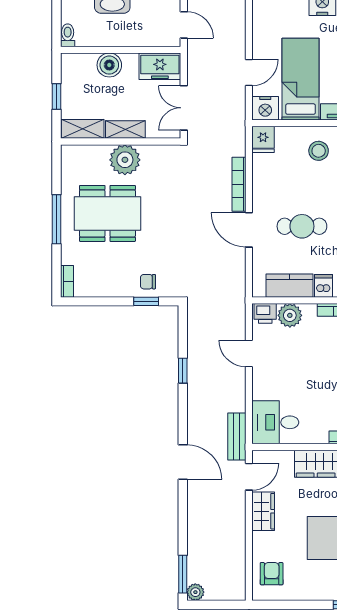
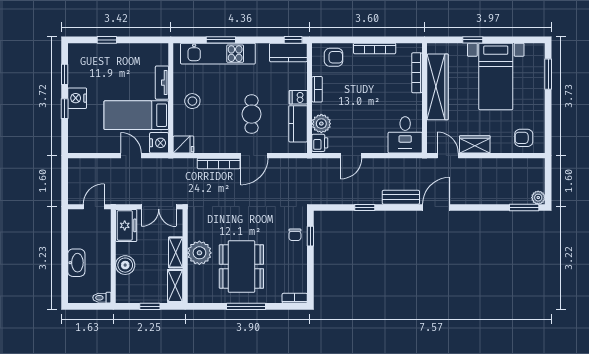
bench: (237, 436) -> (401, 197), moved

